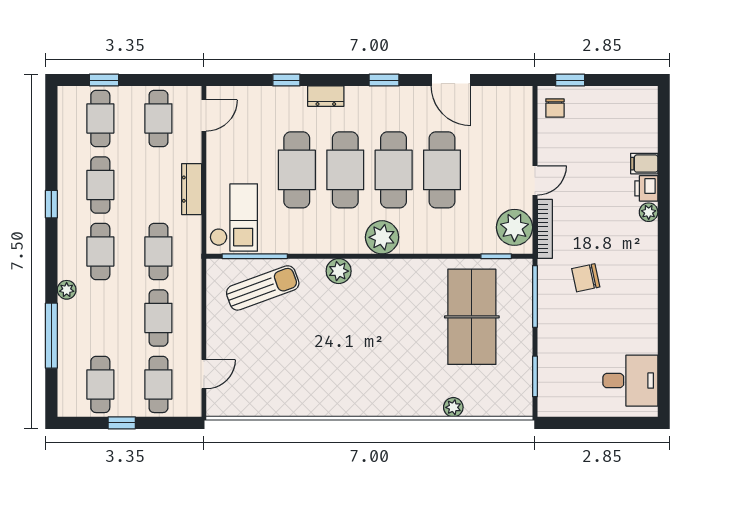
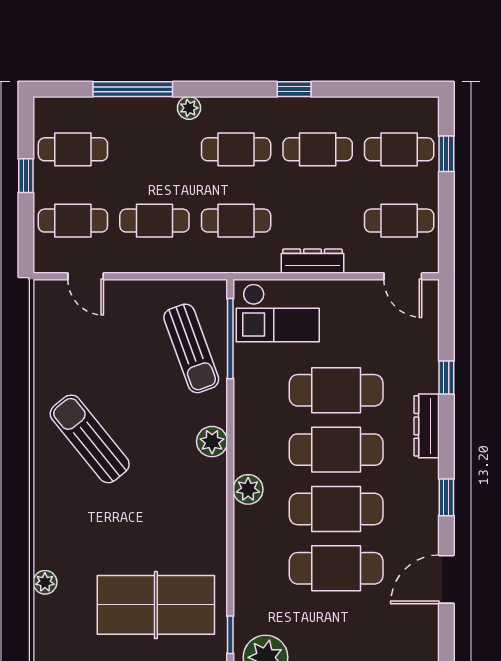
dresser: (326, 96) -> (427, 426), width x1.44
plant: (382, 237) -> (248, 489), width x0.73, depth x0.73
sun lounger: (336, 371) -> (90, 439), added

